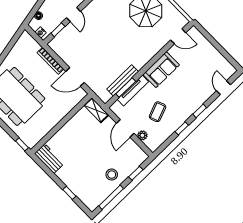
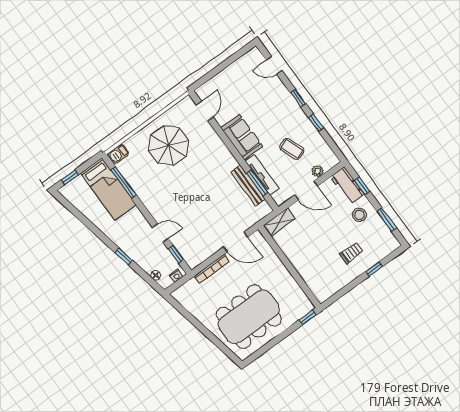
door: (75, 77) -> (236, 242), hinge flipped
workbench: (49, 158) -> (347, 185), moved, turned -90
trolley: (80, 173) -> (352, 253), added
window: (111, 197) -> (387, 219), width x0.69

